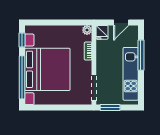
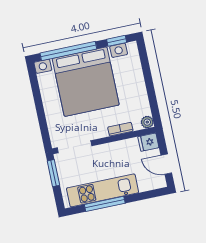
window: (141, 55) -> (105, 204), moved

